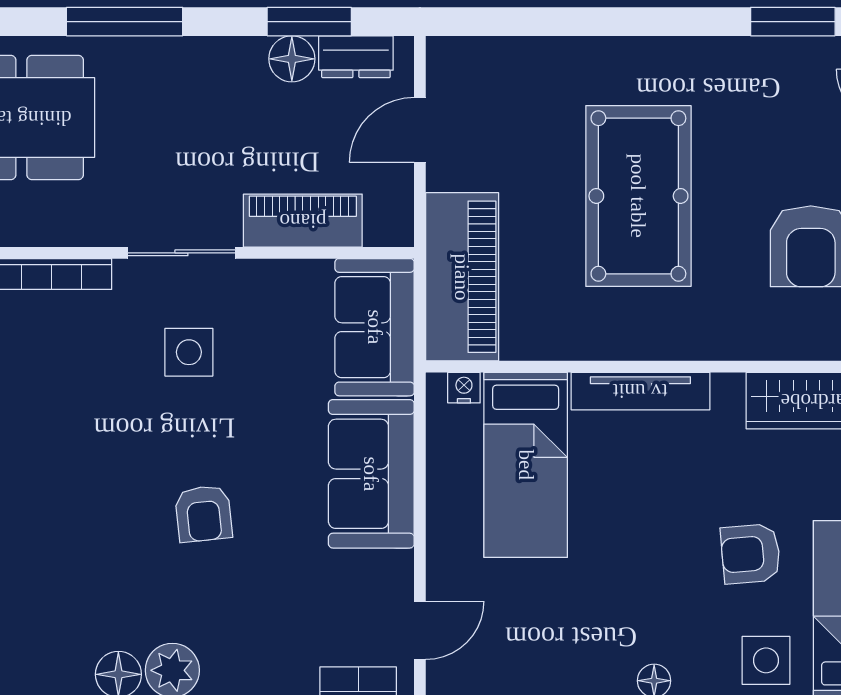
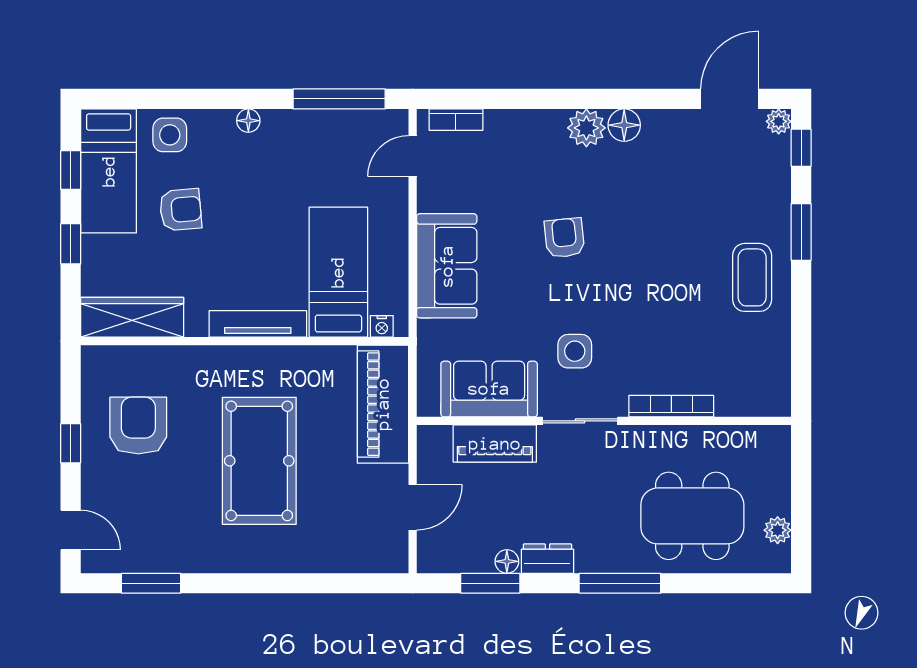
dresser: (356, 57) -> (547, 559), moved
floor lamp: (292, 59) -> (507, 561), width x0.73, depth x0.73
sofa: (375, 327) -> (489, 389), moved, turned -90

